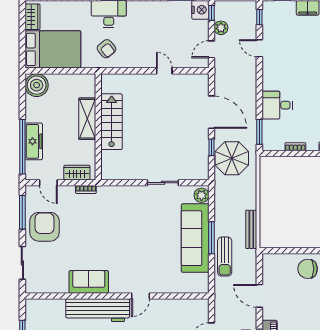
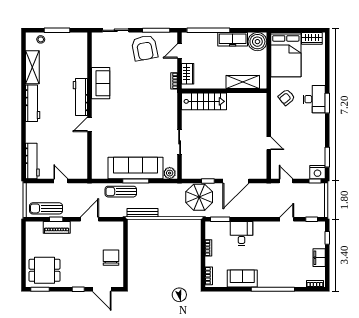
plant: (221, 28) -> (303, 189), removed
door: (164, 71) -> (269, 143), hinge flipped
shelving: (87, 119) -> (243, 82), moved
stairs: (112, 122) -> (204, 101), moved
freezer: (34, 141) -> (233, 39), moved
armchair: (45, 227) -> (145, 48), turned 79
door: (140, 296) -> (89, 124), hinge flipped
workbench: (98, 310) -> (80, 97), width x0.73, depth x0.76

